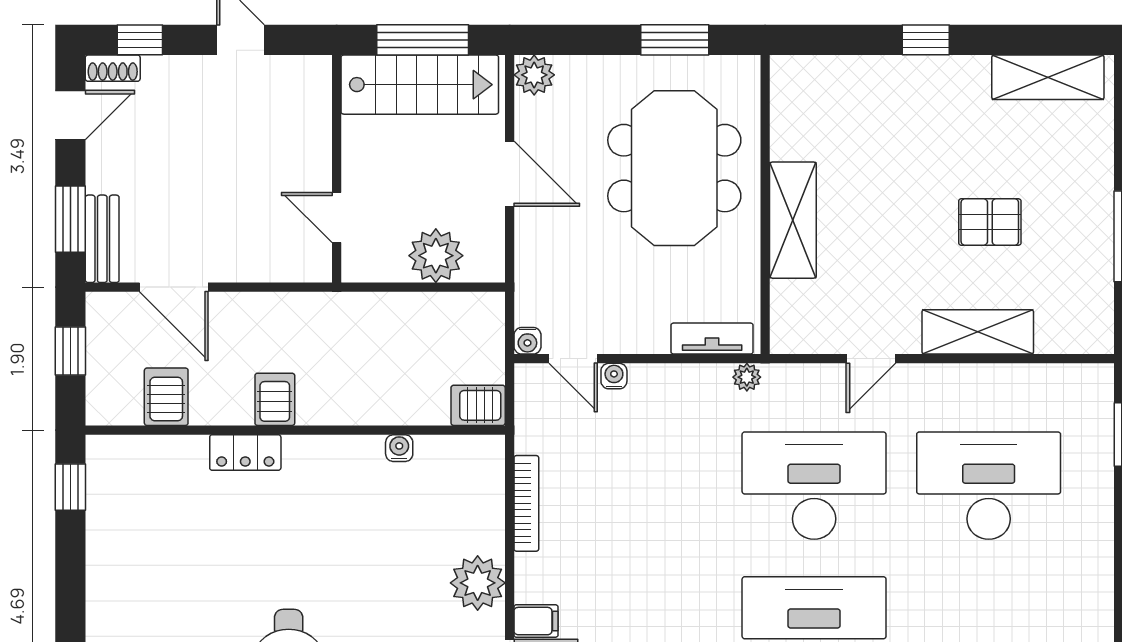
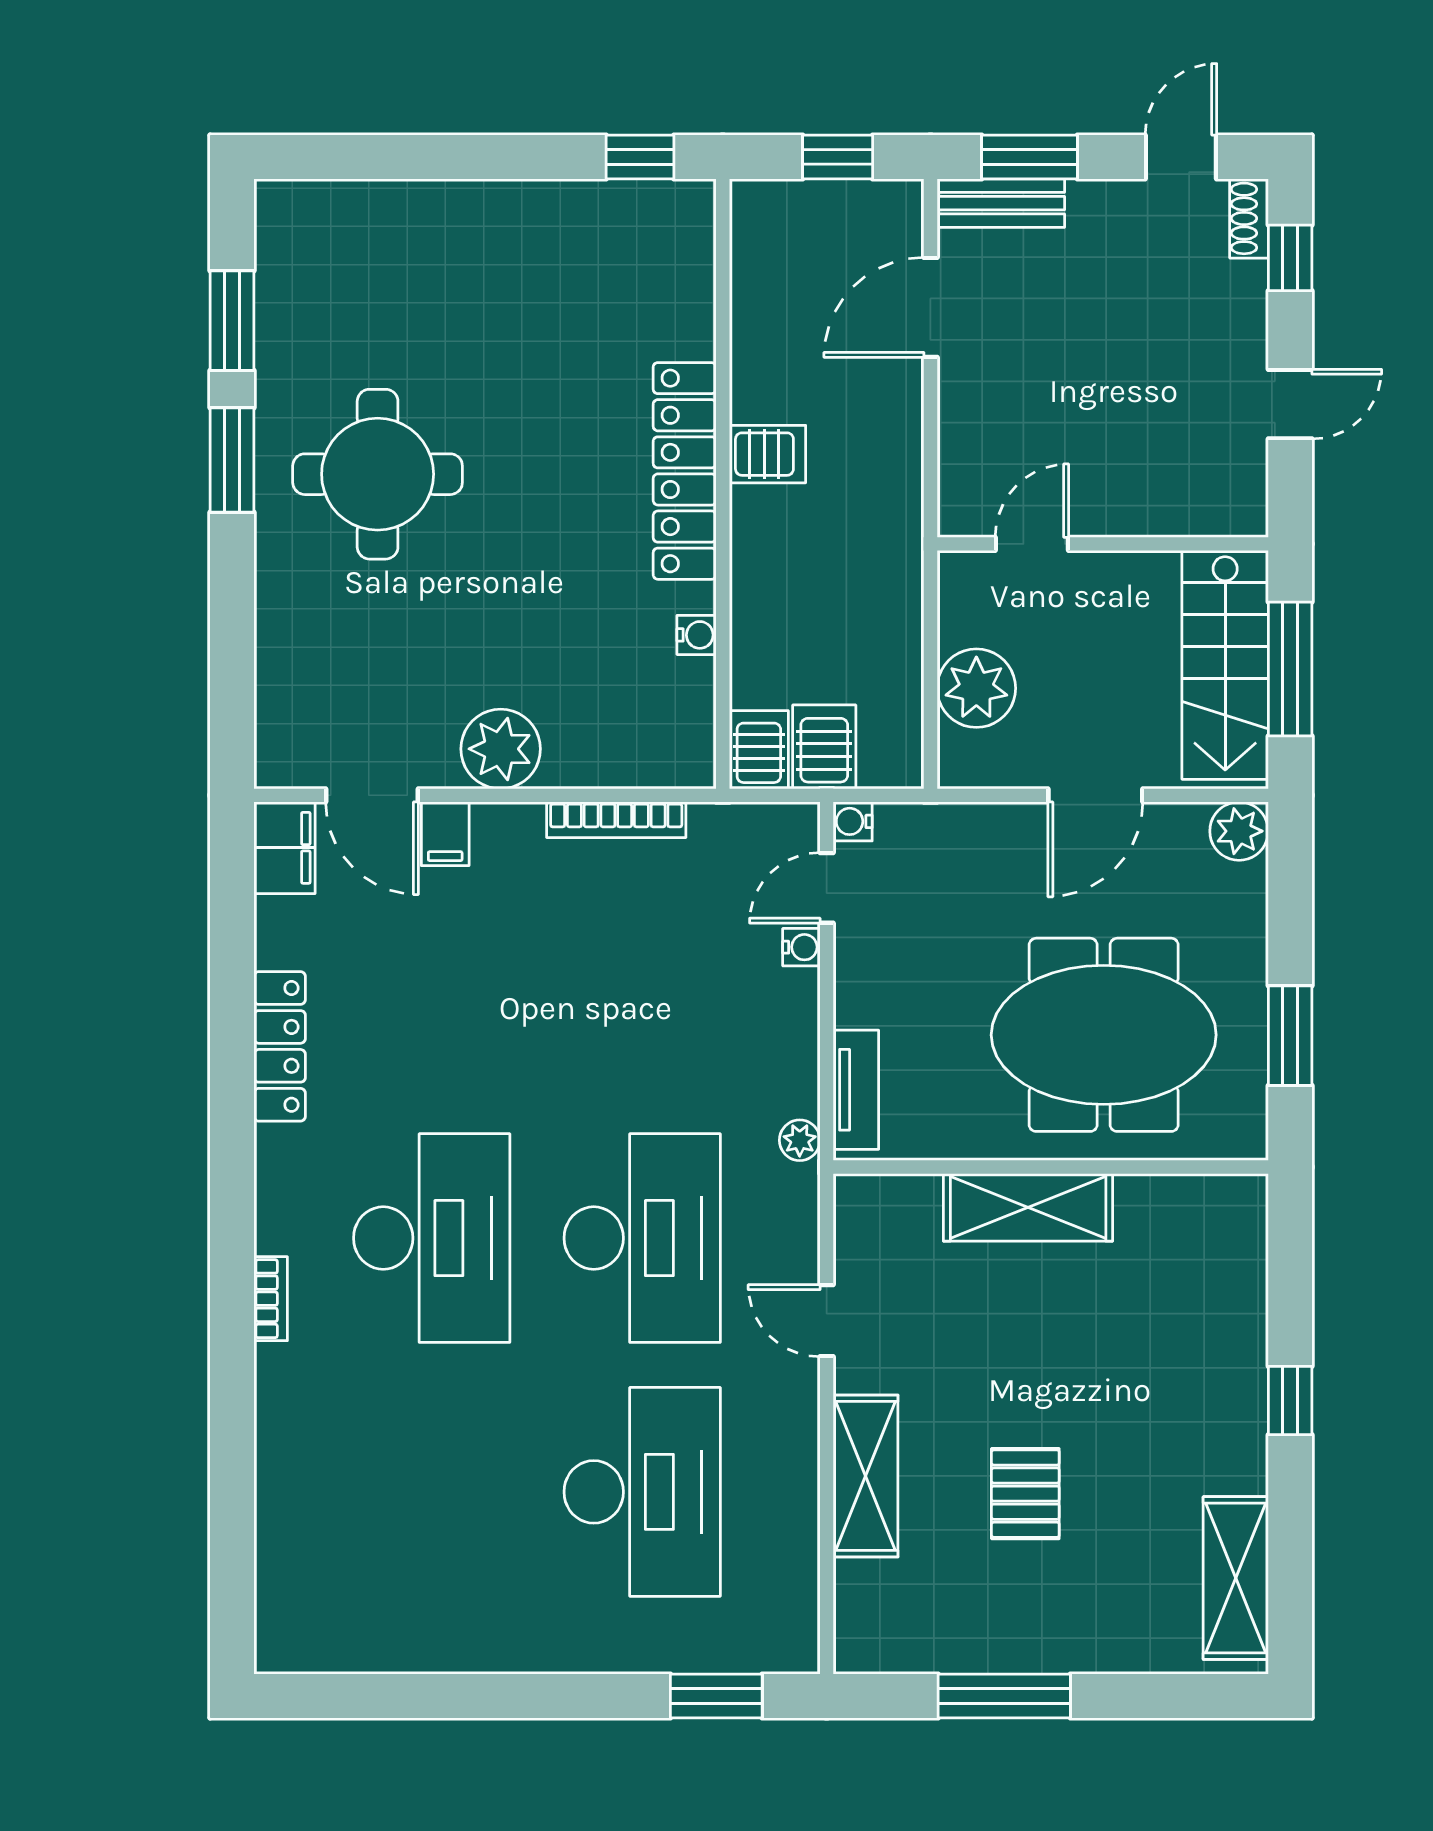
door: (70, 115) -> (1181, 157), swing flipped
server rack: (166, 397) -> (824, 747), moved, turned -90
locker: (245, 453) -> (685, 471), width x2.16, depth x1.21

